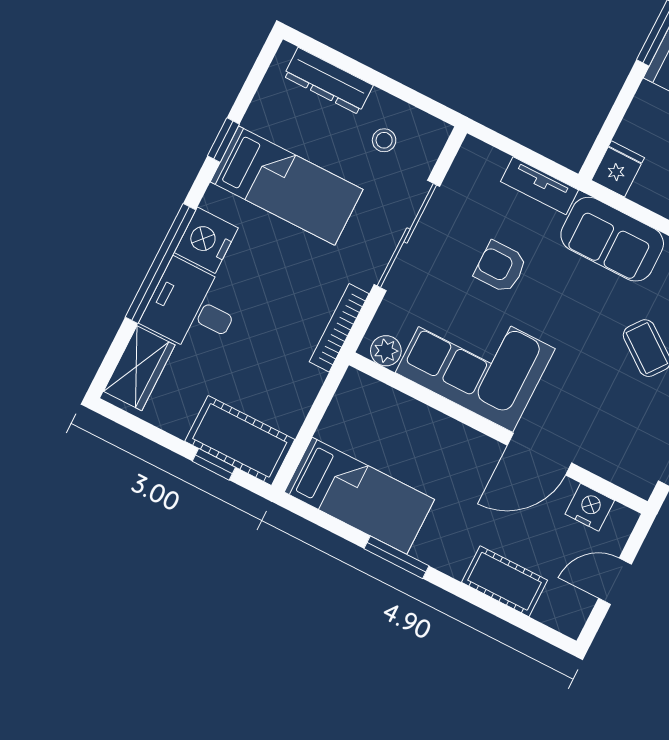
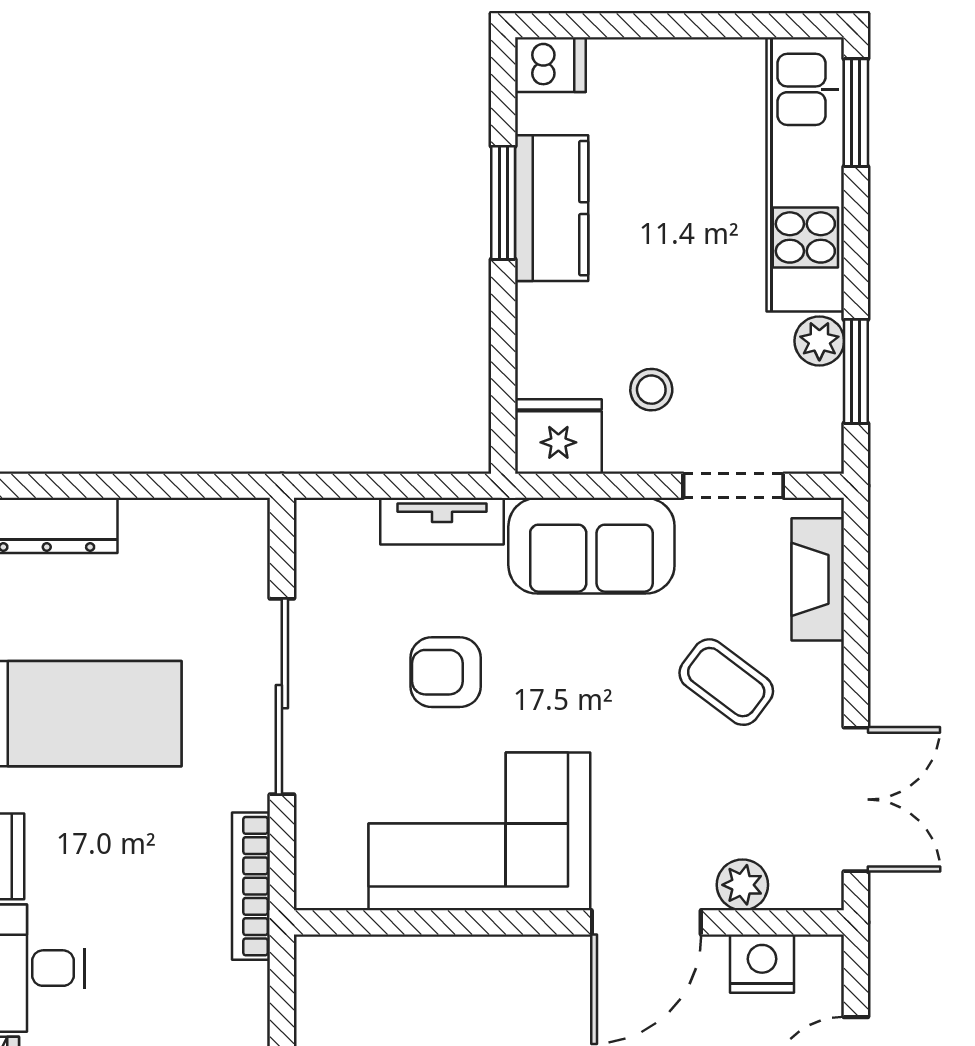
stool: (384, 140) -> (175, 572), removed
fridge: (618, 169) -> (558, 436), width x1.38
plant: (386, 351) -> (742, 885), moved

